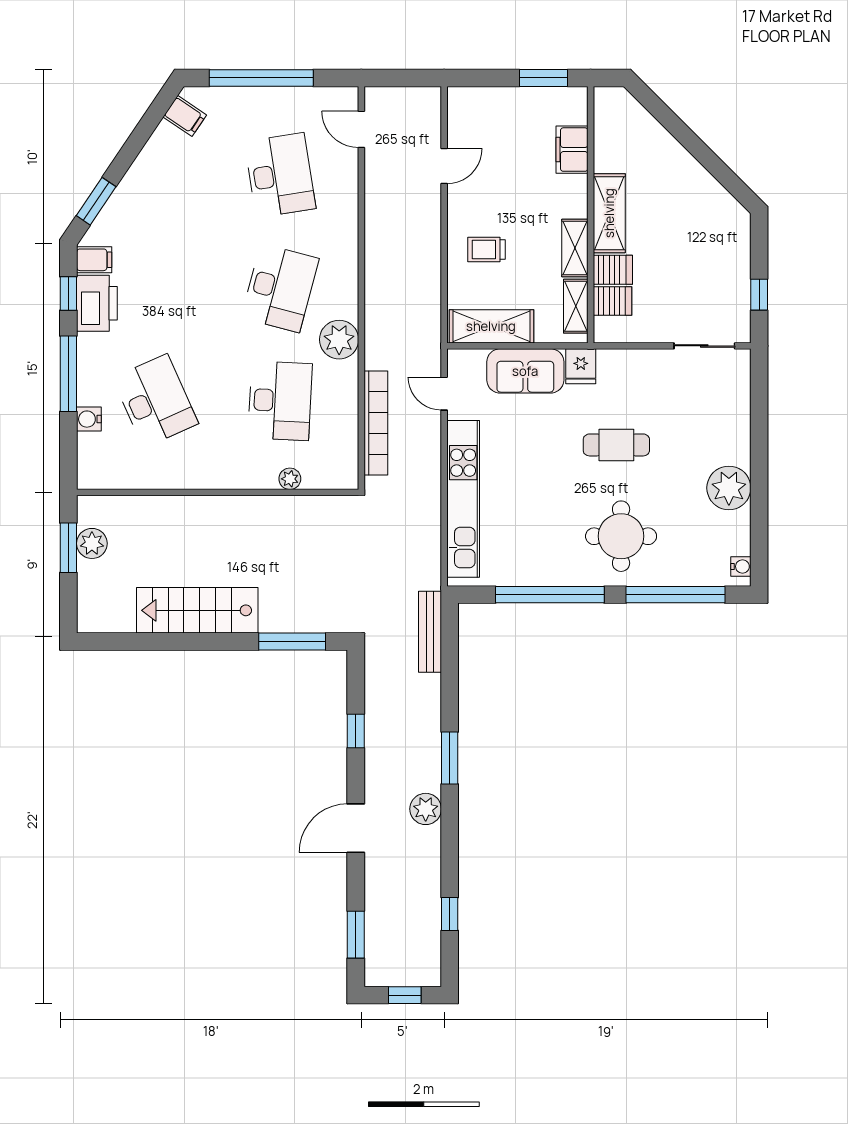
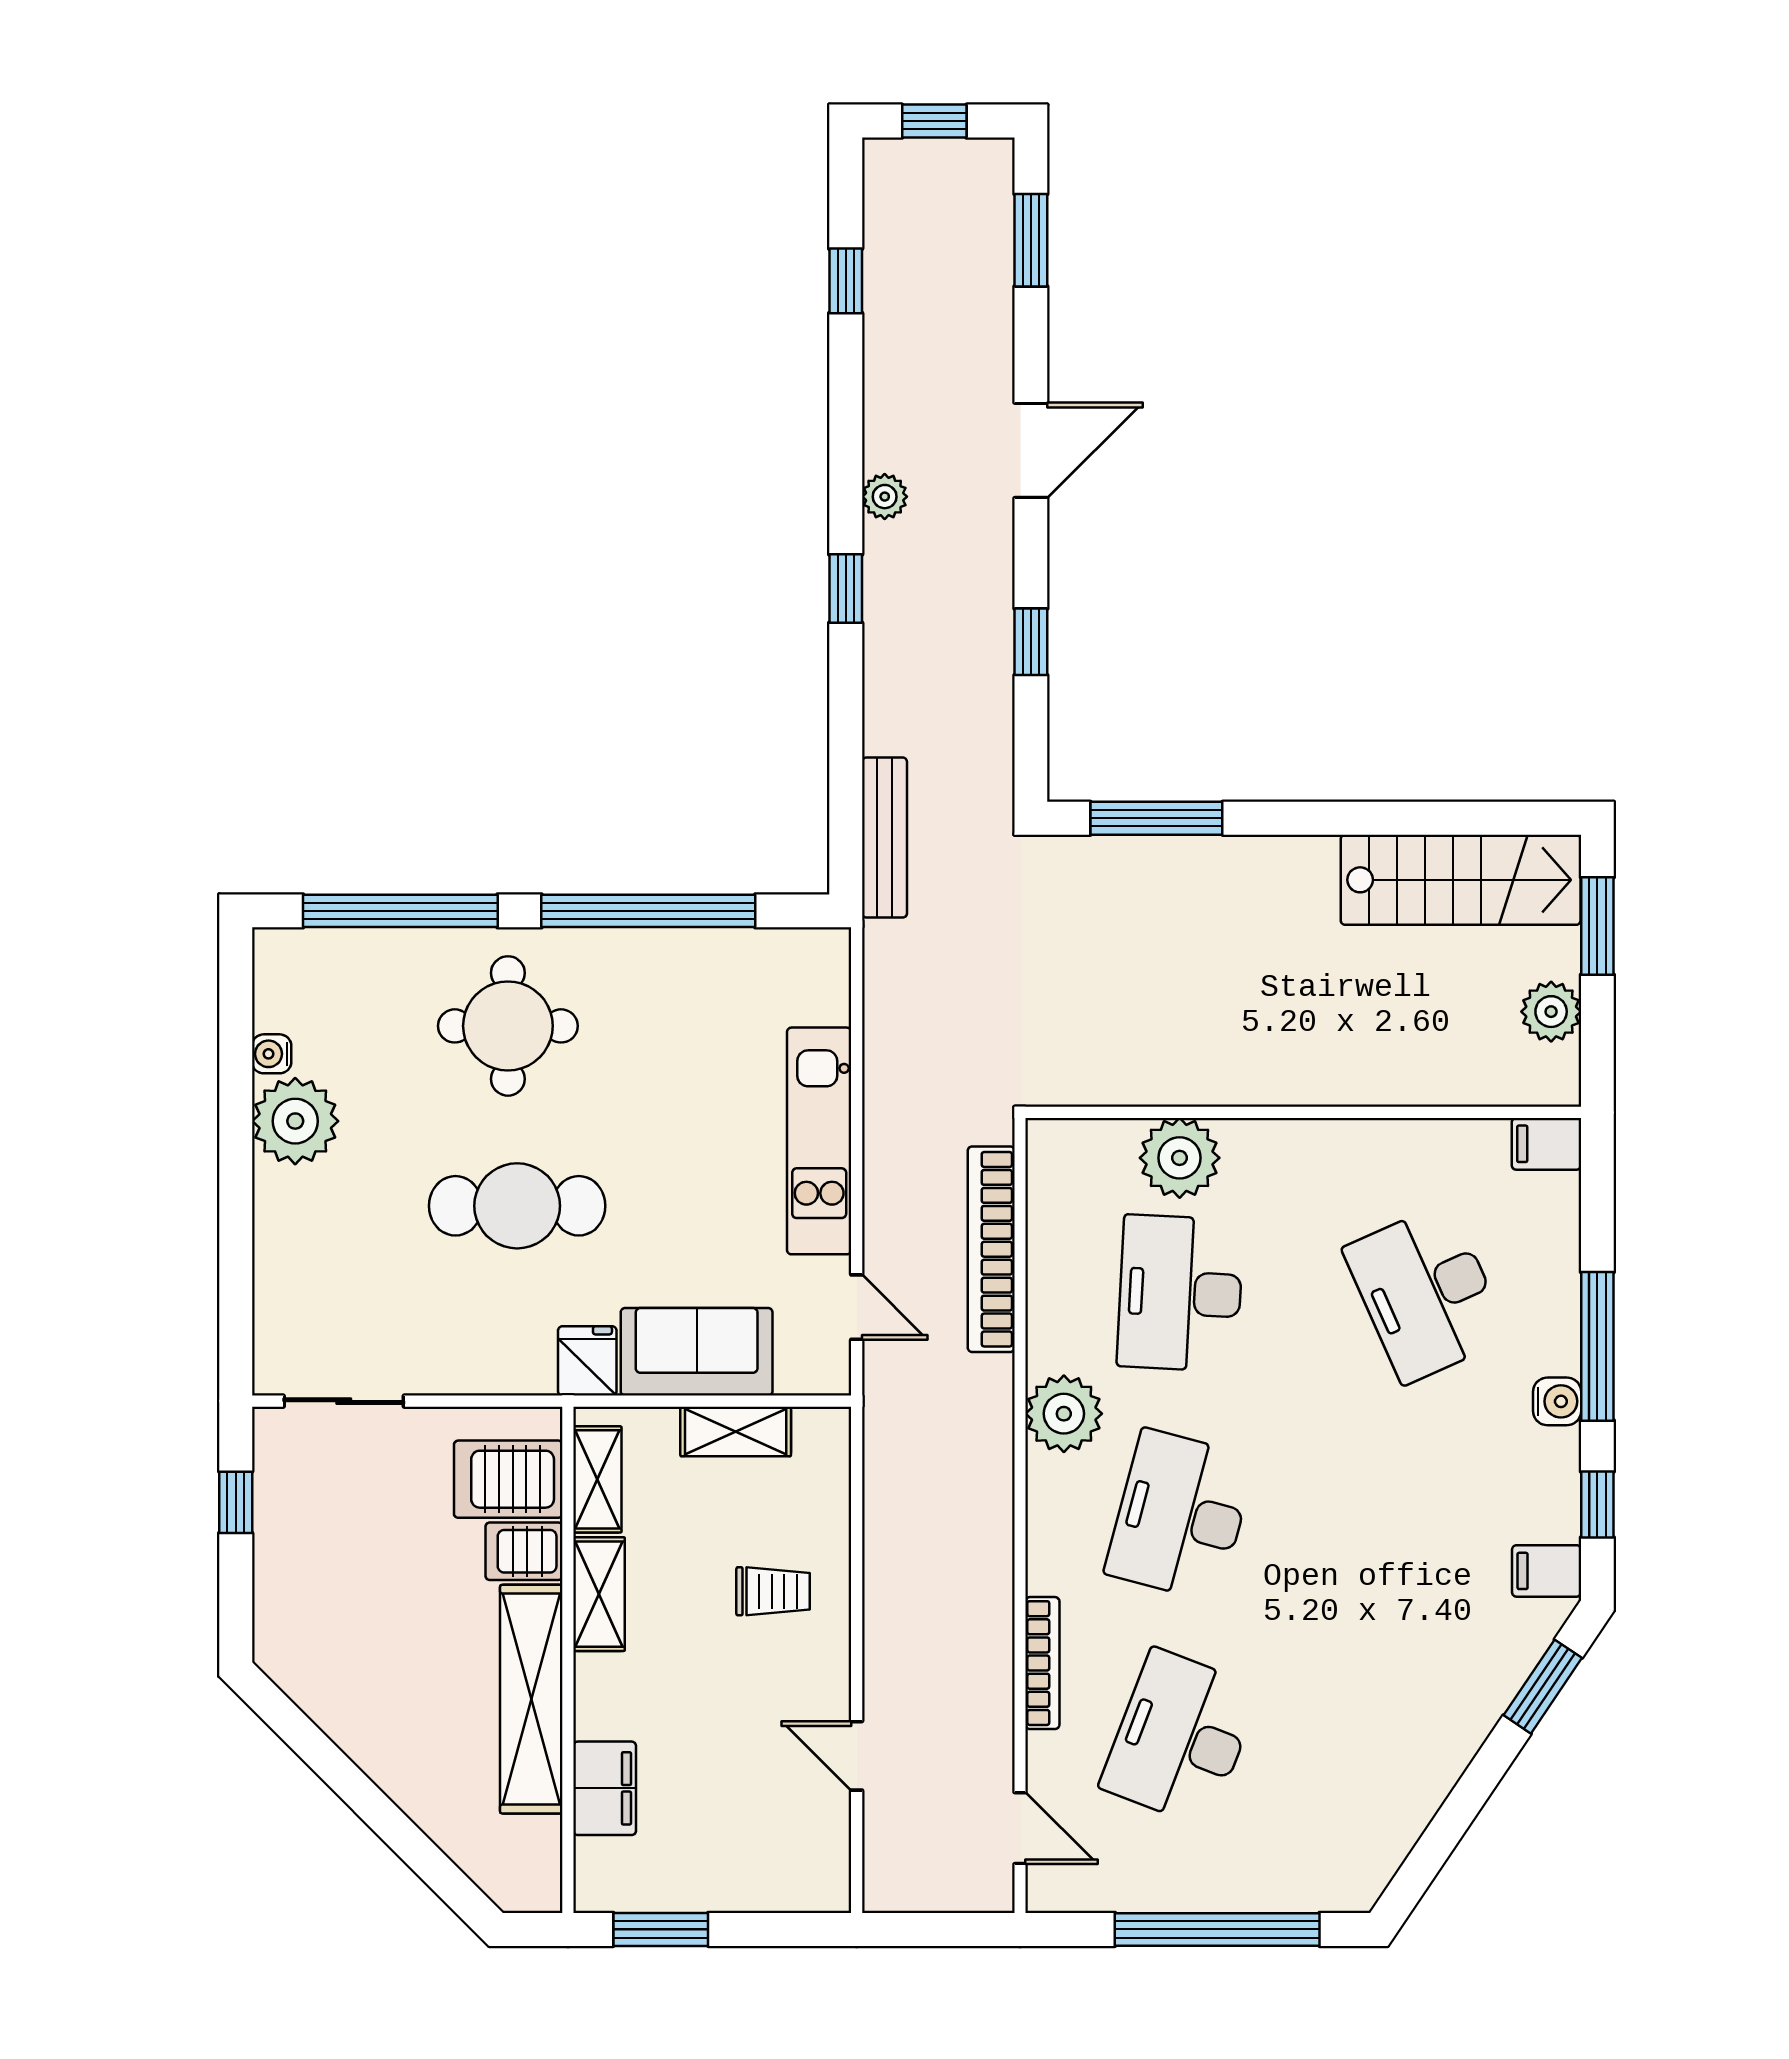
filing cabinet: (185, 116) -> (1546, 1144), moved, turned -34
door: (444, 166) -> (857, 1756), hinge flipped
desk: (280, 175) -> (1180, 1738), turned 30
bookcase: (350, 213) -> (1042, 1663), added
shelving: (609, 213) -> (531, 1699), width x1.47
server rack: (612, 301) -> (508, 1479), width x1.36, depth x1.44
printer: (97, 303) -> (1541, 1485), removed
shelving: (491, 326) -> (736, 1431), width x0.67, depth x0.75
water cooler: (89, 419) -> (1557, 1401), moved
cafe table: (616, 445) -> (517, 1206), width x1.37, depth x1.35
plant: (290, 479) -> (1180, 1158), width x1.88, depth x1.88
kitchen unit: (463, 499) -> (819, 1141), width x0.73
window: (68, 548) -> (1597, 926), moved
water cooler: (741, 566) -> (272, 1054), moved
stairs: (197, 610) -> (1461, 880), moved
window: (450, 758) -> (846, 589), width x0.67
plant: (426, 809) -> (885, 497), width x0.73, depth x0.73

